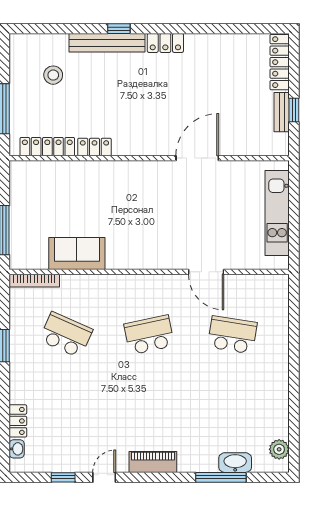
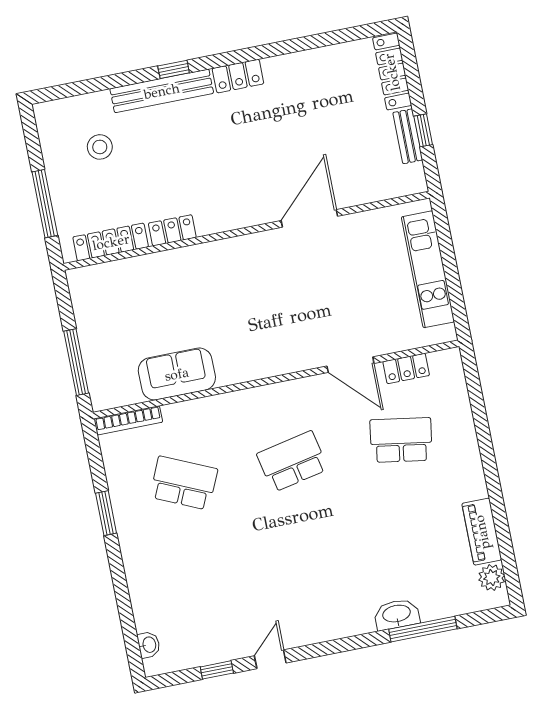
locker: (18, 421) -> (406, 368), moved, turned 90
piano: (153, 462) -> (482, 532), moved, turned -90
washbasin: (235, 463) -> (397, 614), moved

